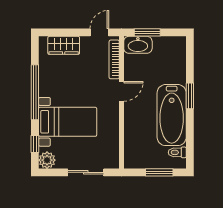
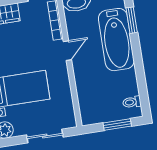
window: (190, 96) -> (132, 20), moved
bathtub: (172, 115) -> (116, 40), moved

